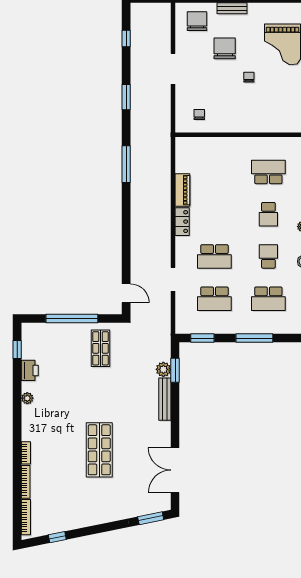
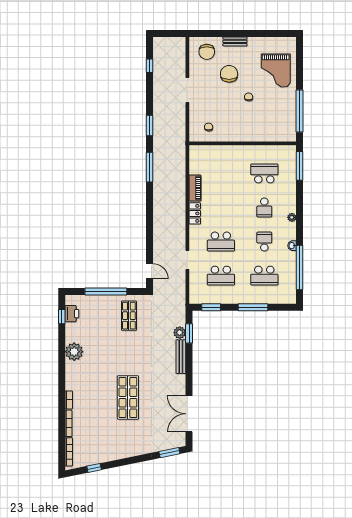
chair: (197, 21) -> (207, 52), turned 180
window: (126, 97) -> (150, 126), moved
printer: (30, 370) -> (72, 314), moved
plant: (27, 398) -> (74, 352), width x1.87, depth x1.87

